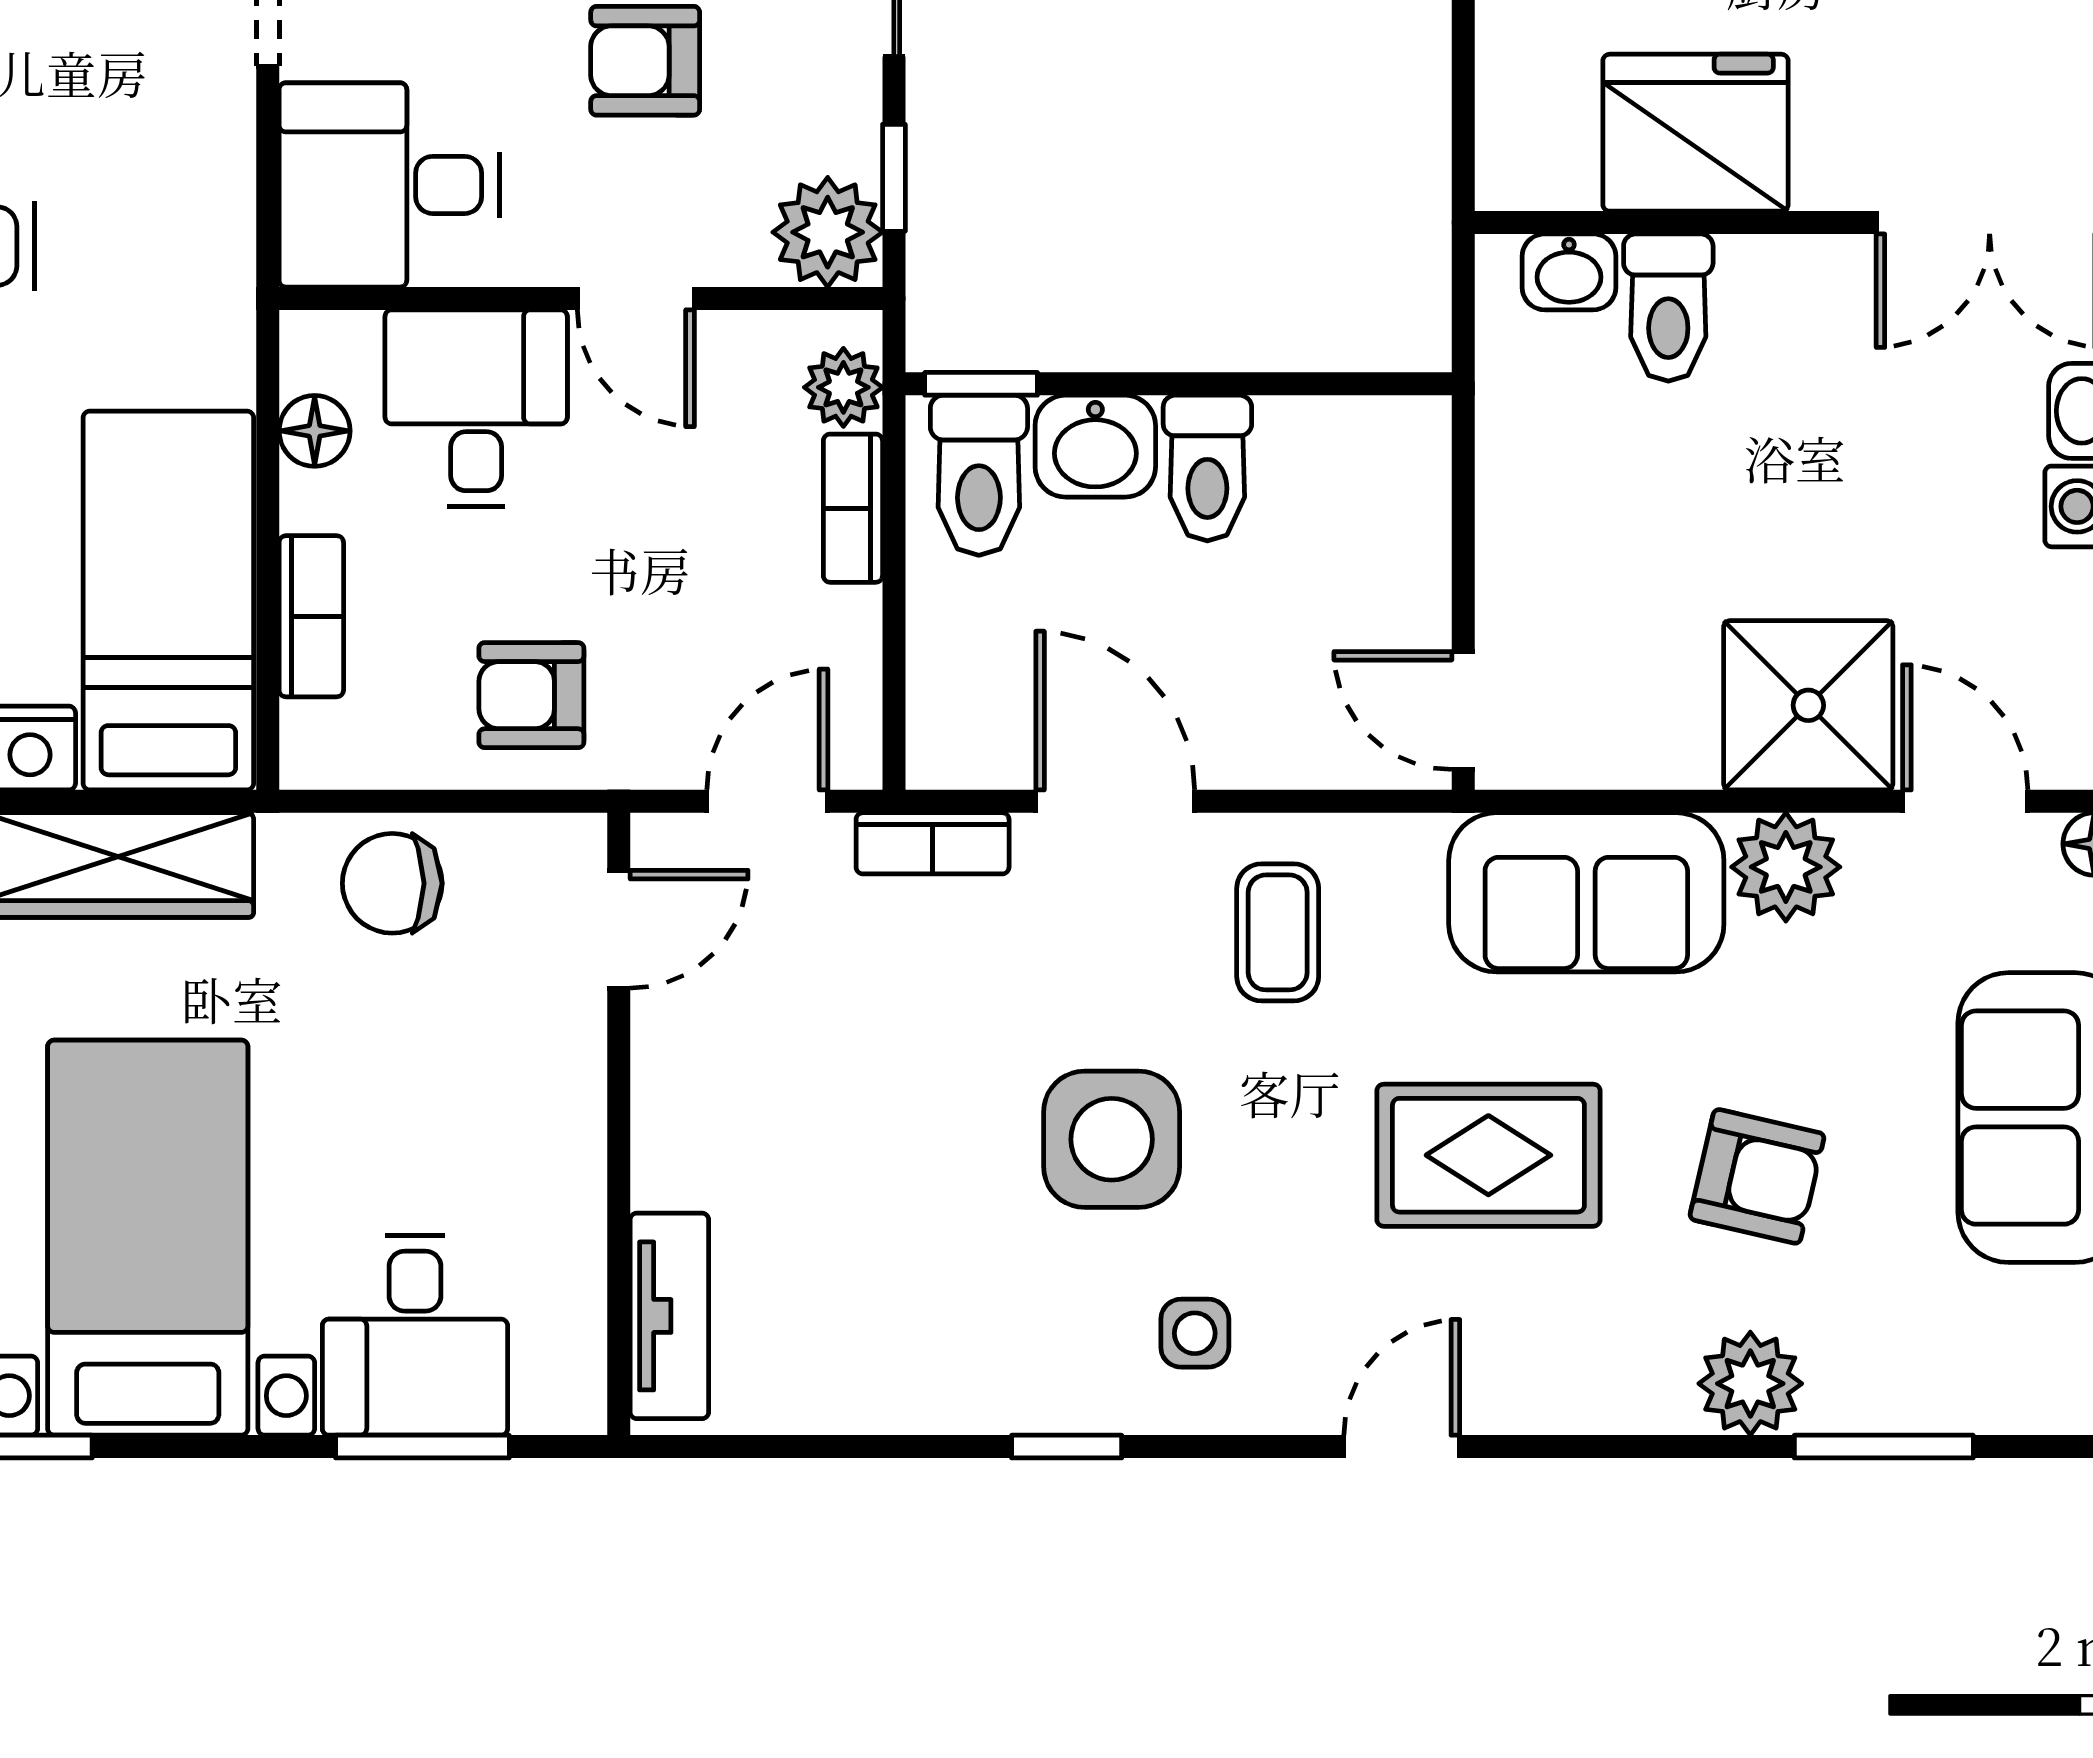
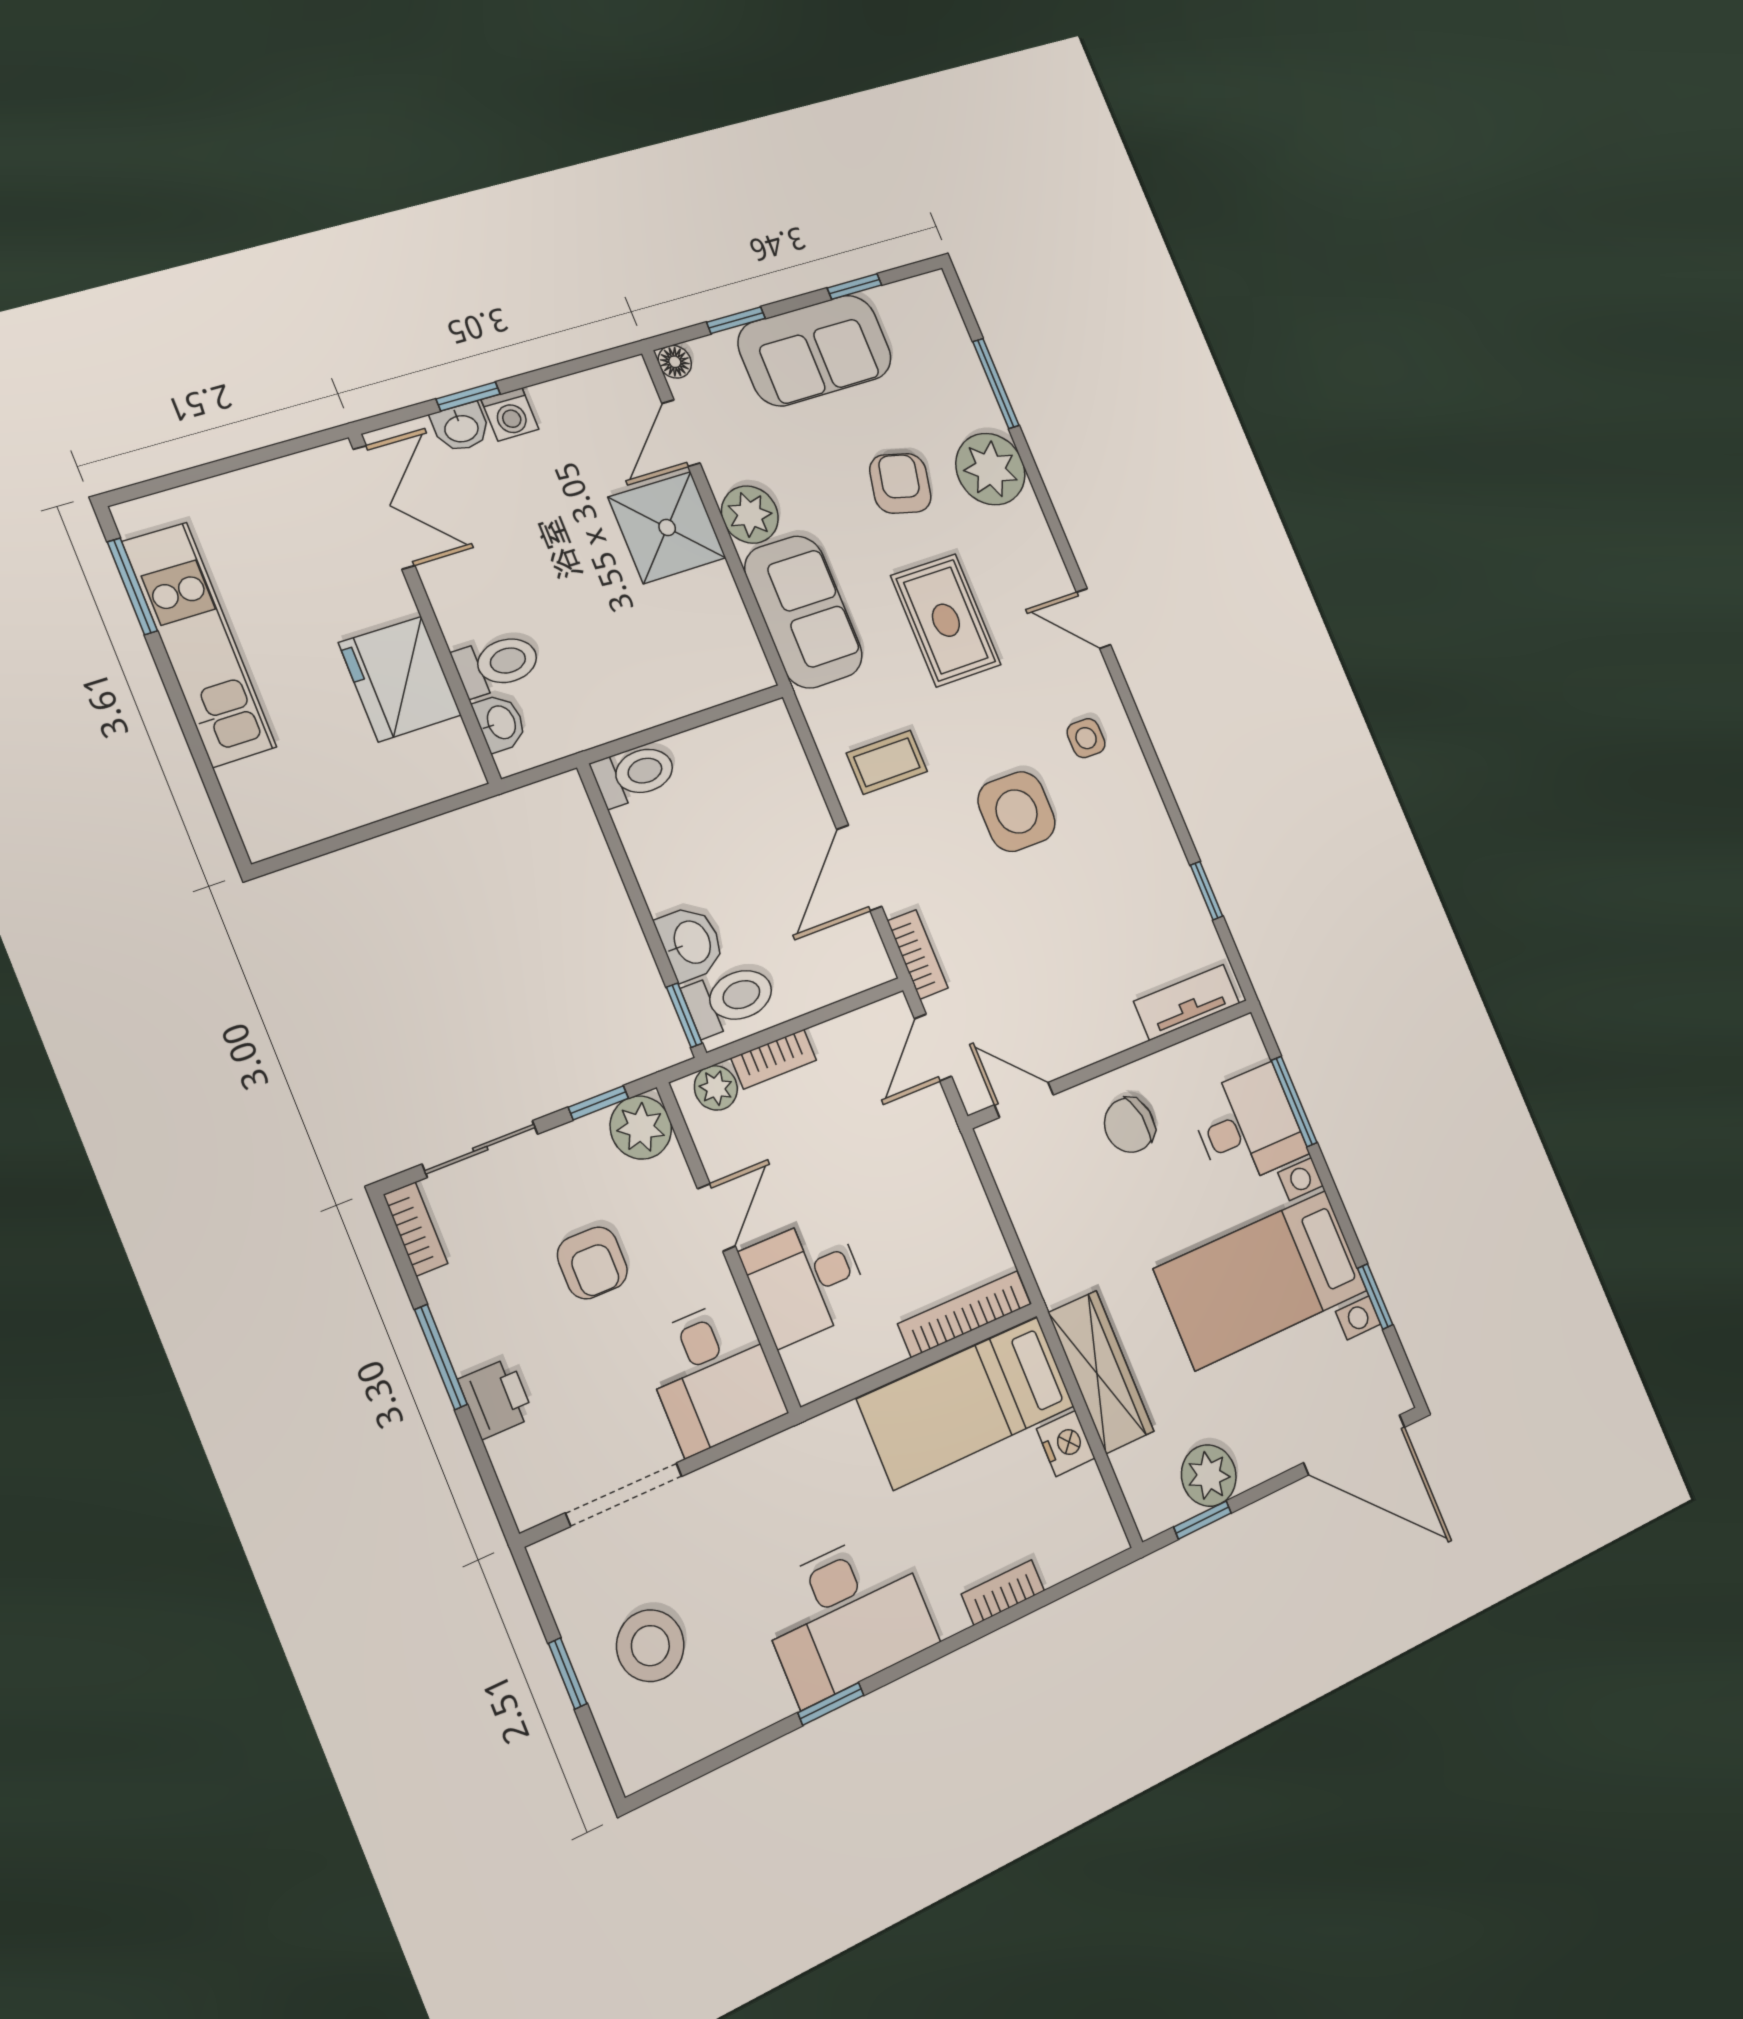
floor lamp: (315, 431) -> (853, 1362), removed
toilet: (1207, 468) -> (635, 774), moved
bookcase: (311, 616) -> (965, 1314), width x1.56
armchair: (531, 695) -> (933, 1191), removed
door: (1463, 711) -> (742, 704), removed
door: (767, 801) -> (933, 1048), hinge flipped
chair: (392, 883) -> (1129, 1125), moved, turned 80
plant: (1750, 1384) -> (990, 469), width x1.36, depth x1.36
window: (1067, 1447) -> (1207, 891), moved

